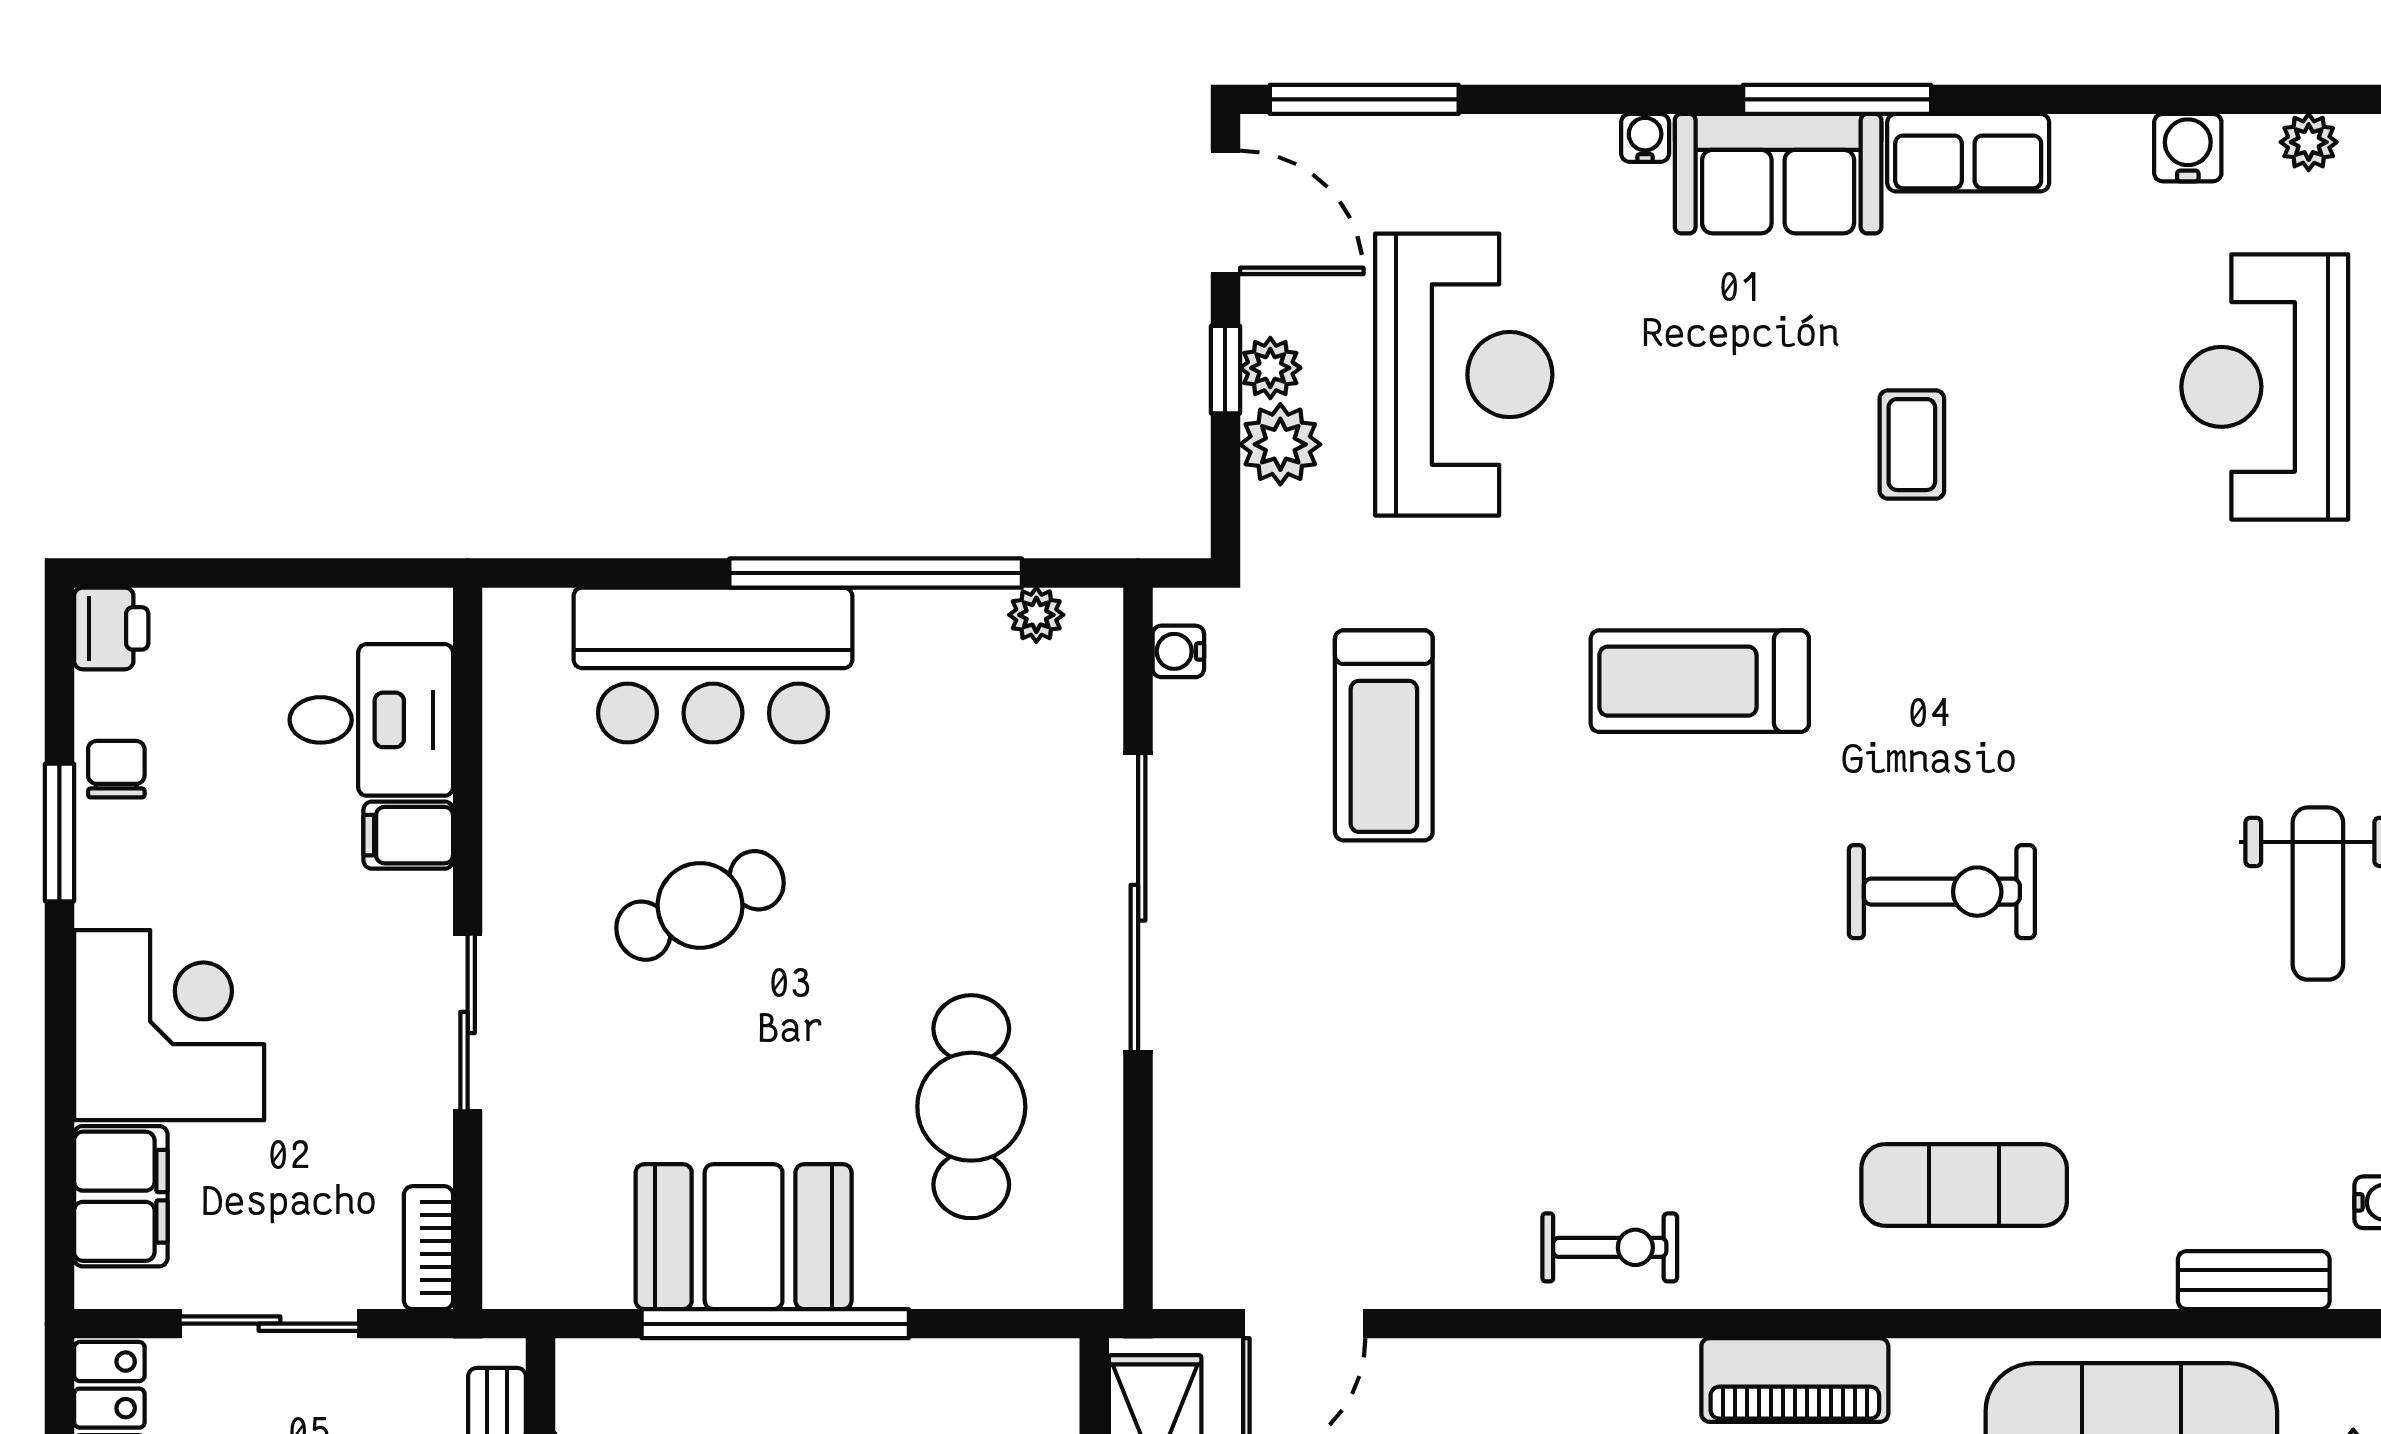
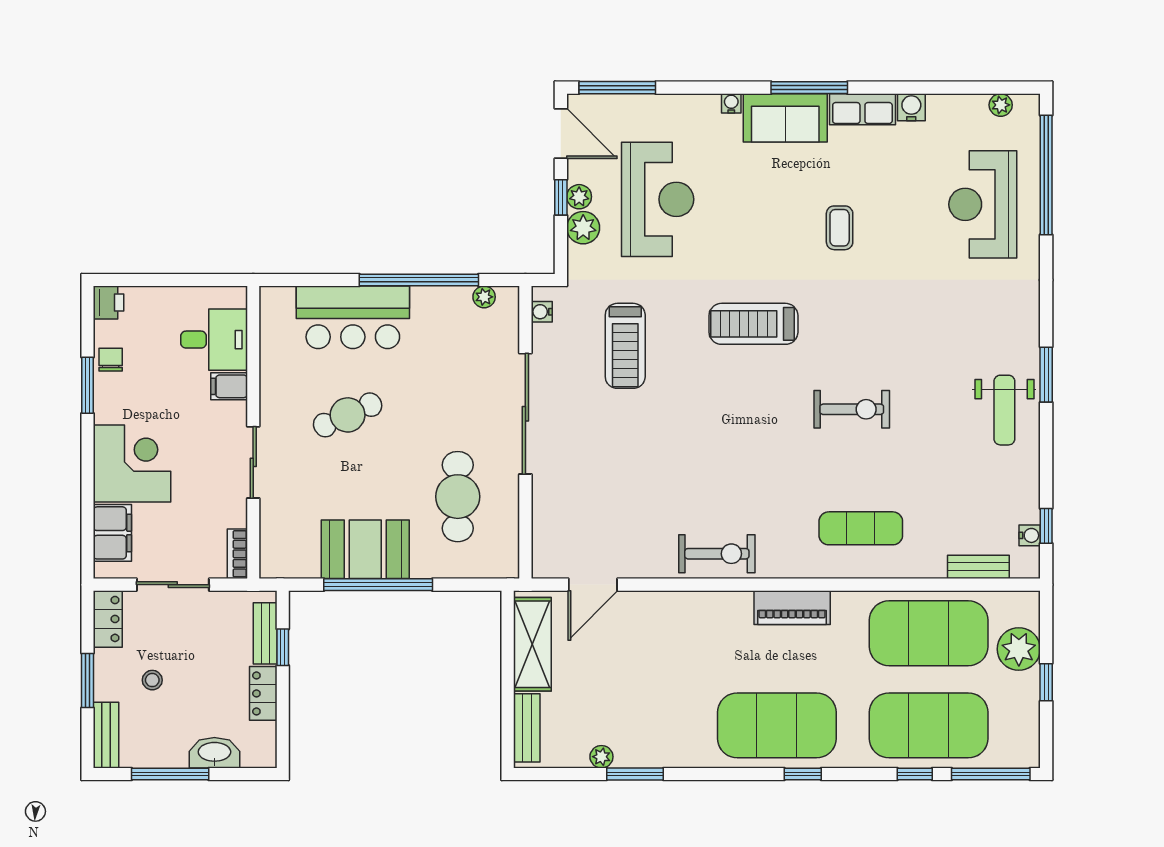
water cooler: (2188, 148) -> (911, 107), moved
exercise bike: (1610, 1247) -> (717, 554), width x1.38, depth x1.39

